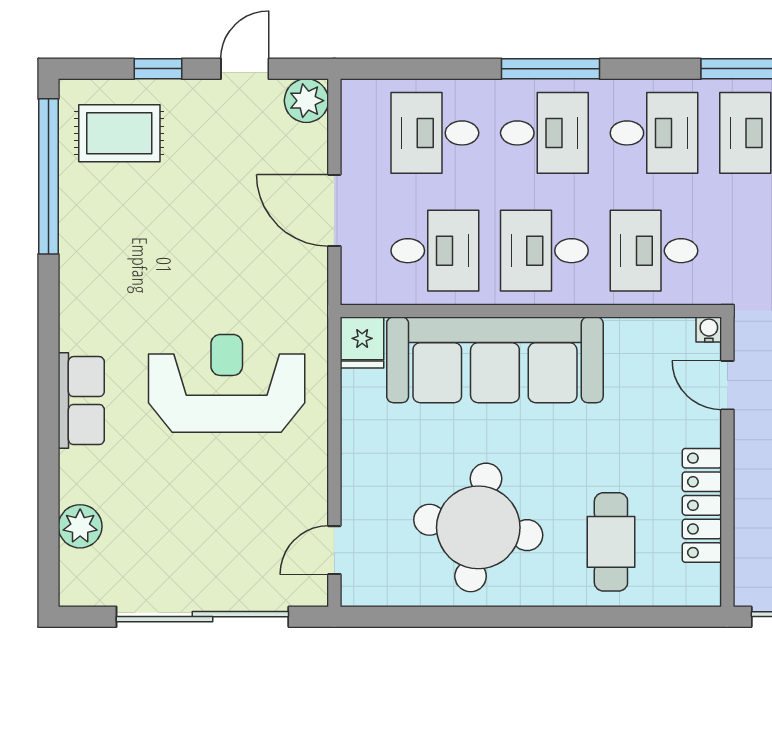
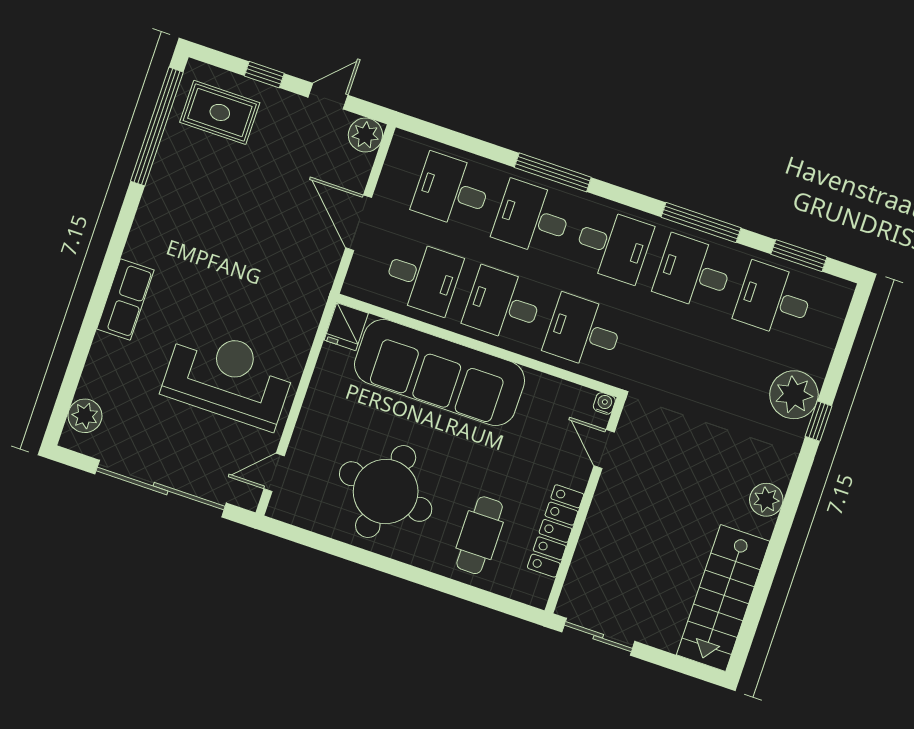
desk: (544, 133) -> (532, 218), turned 180
reception desk: (227, 383) -> (229, 378), moved
plant: (80, 526) -> (85, 416), moved

